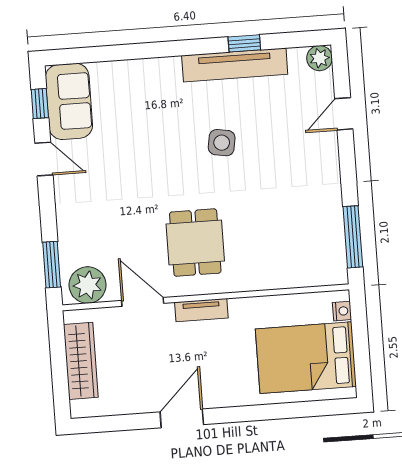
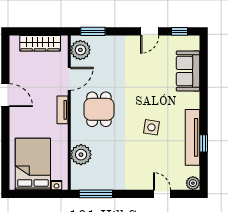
sofa: (69, 101) -> (188, 71), moved, turned 90
dining table: (195, 243) -> (99, 109), turned 90
plant: (282, 270) -> (81, 155), added

